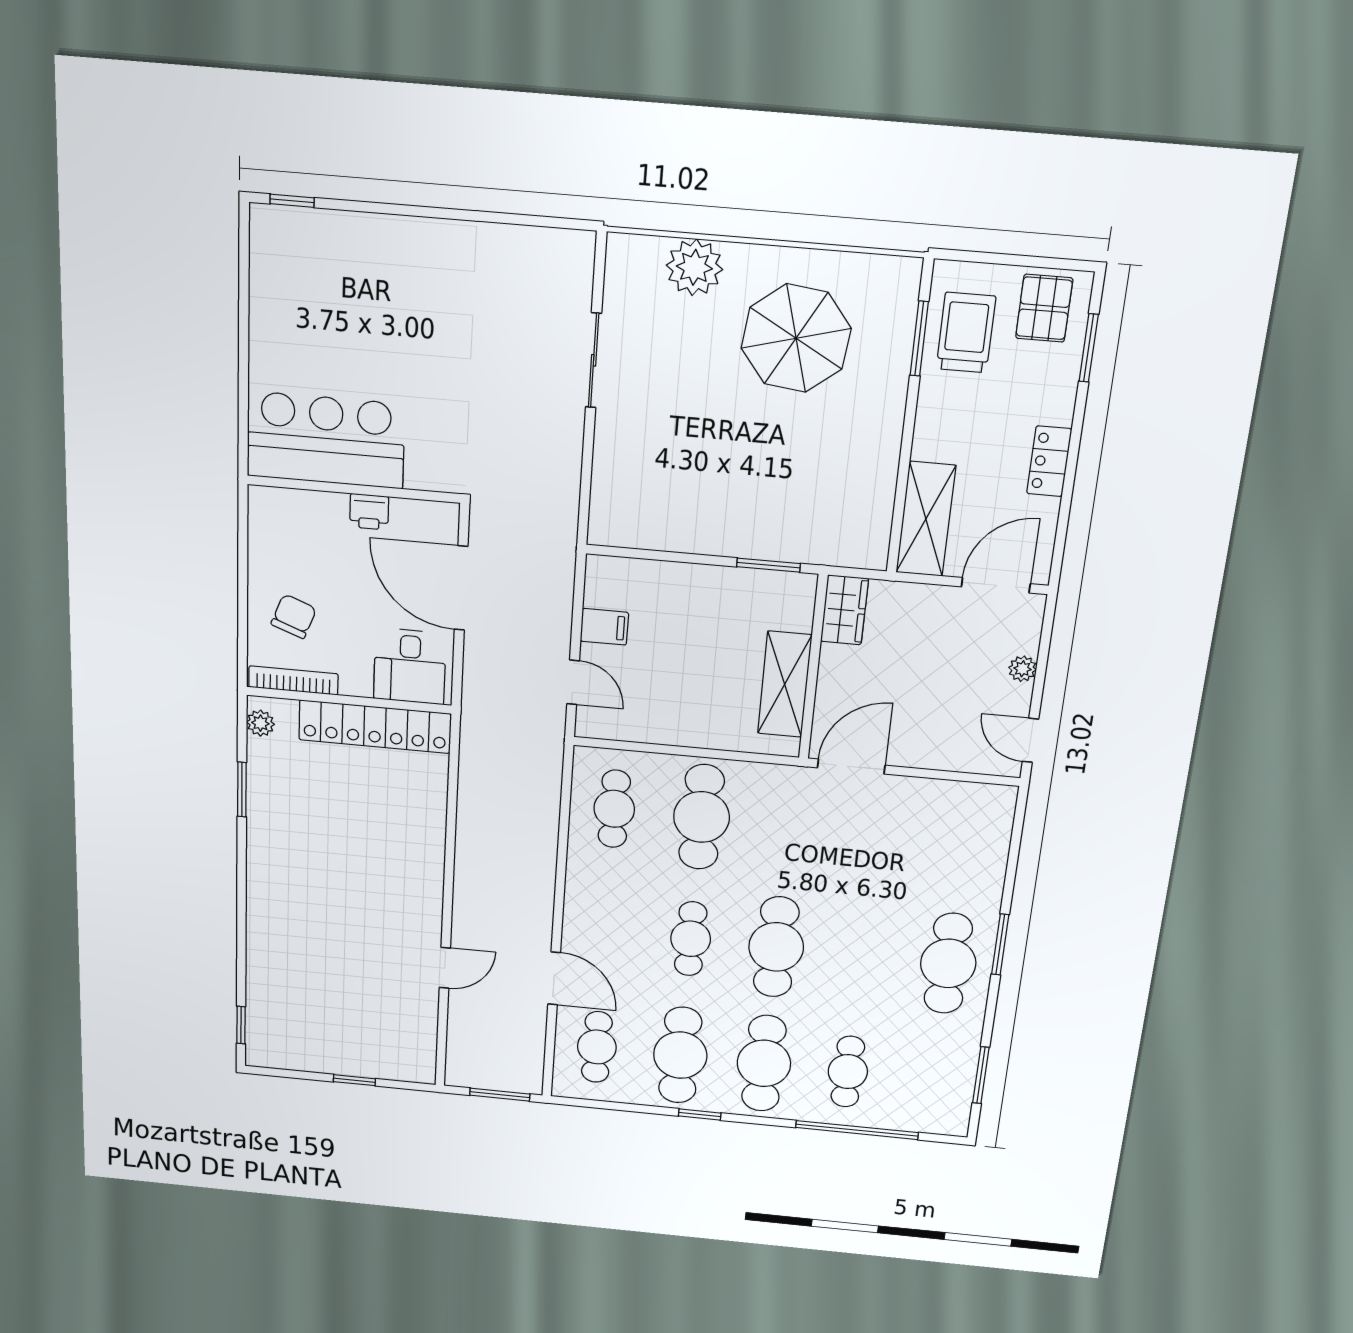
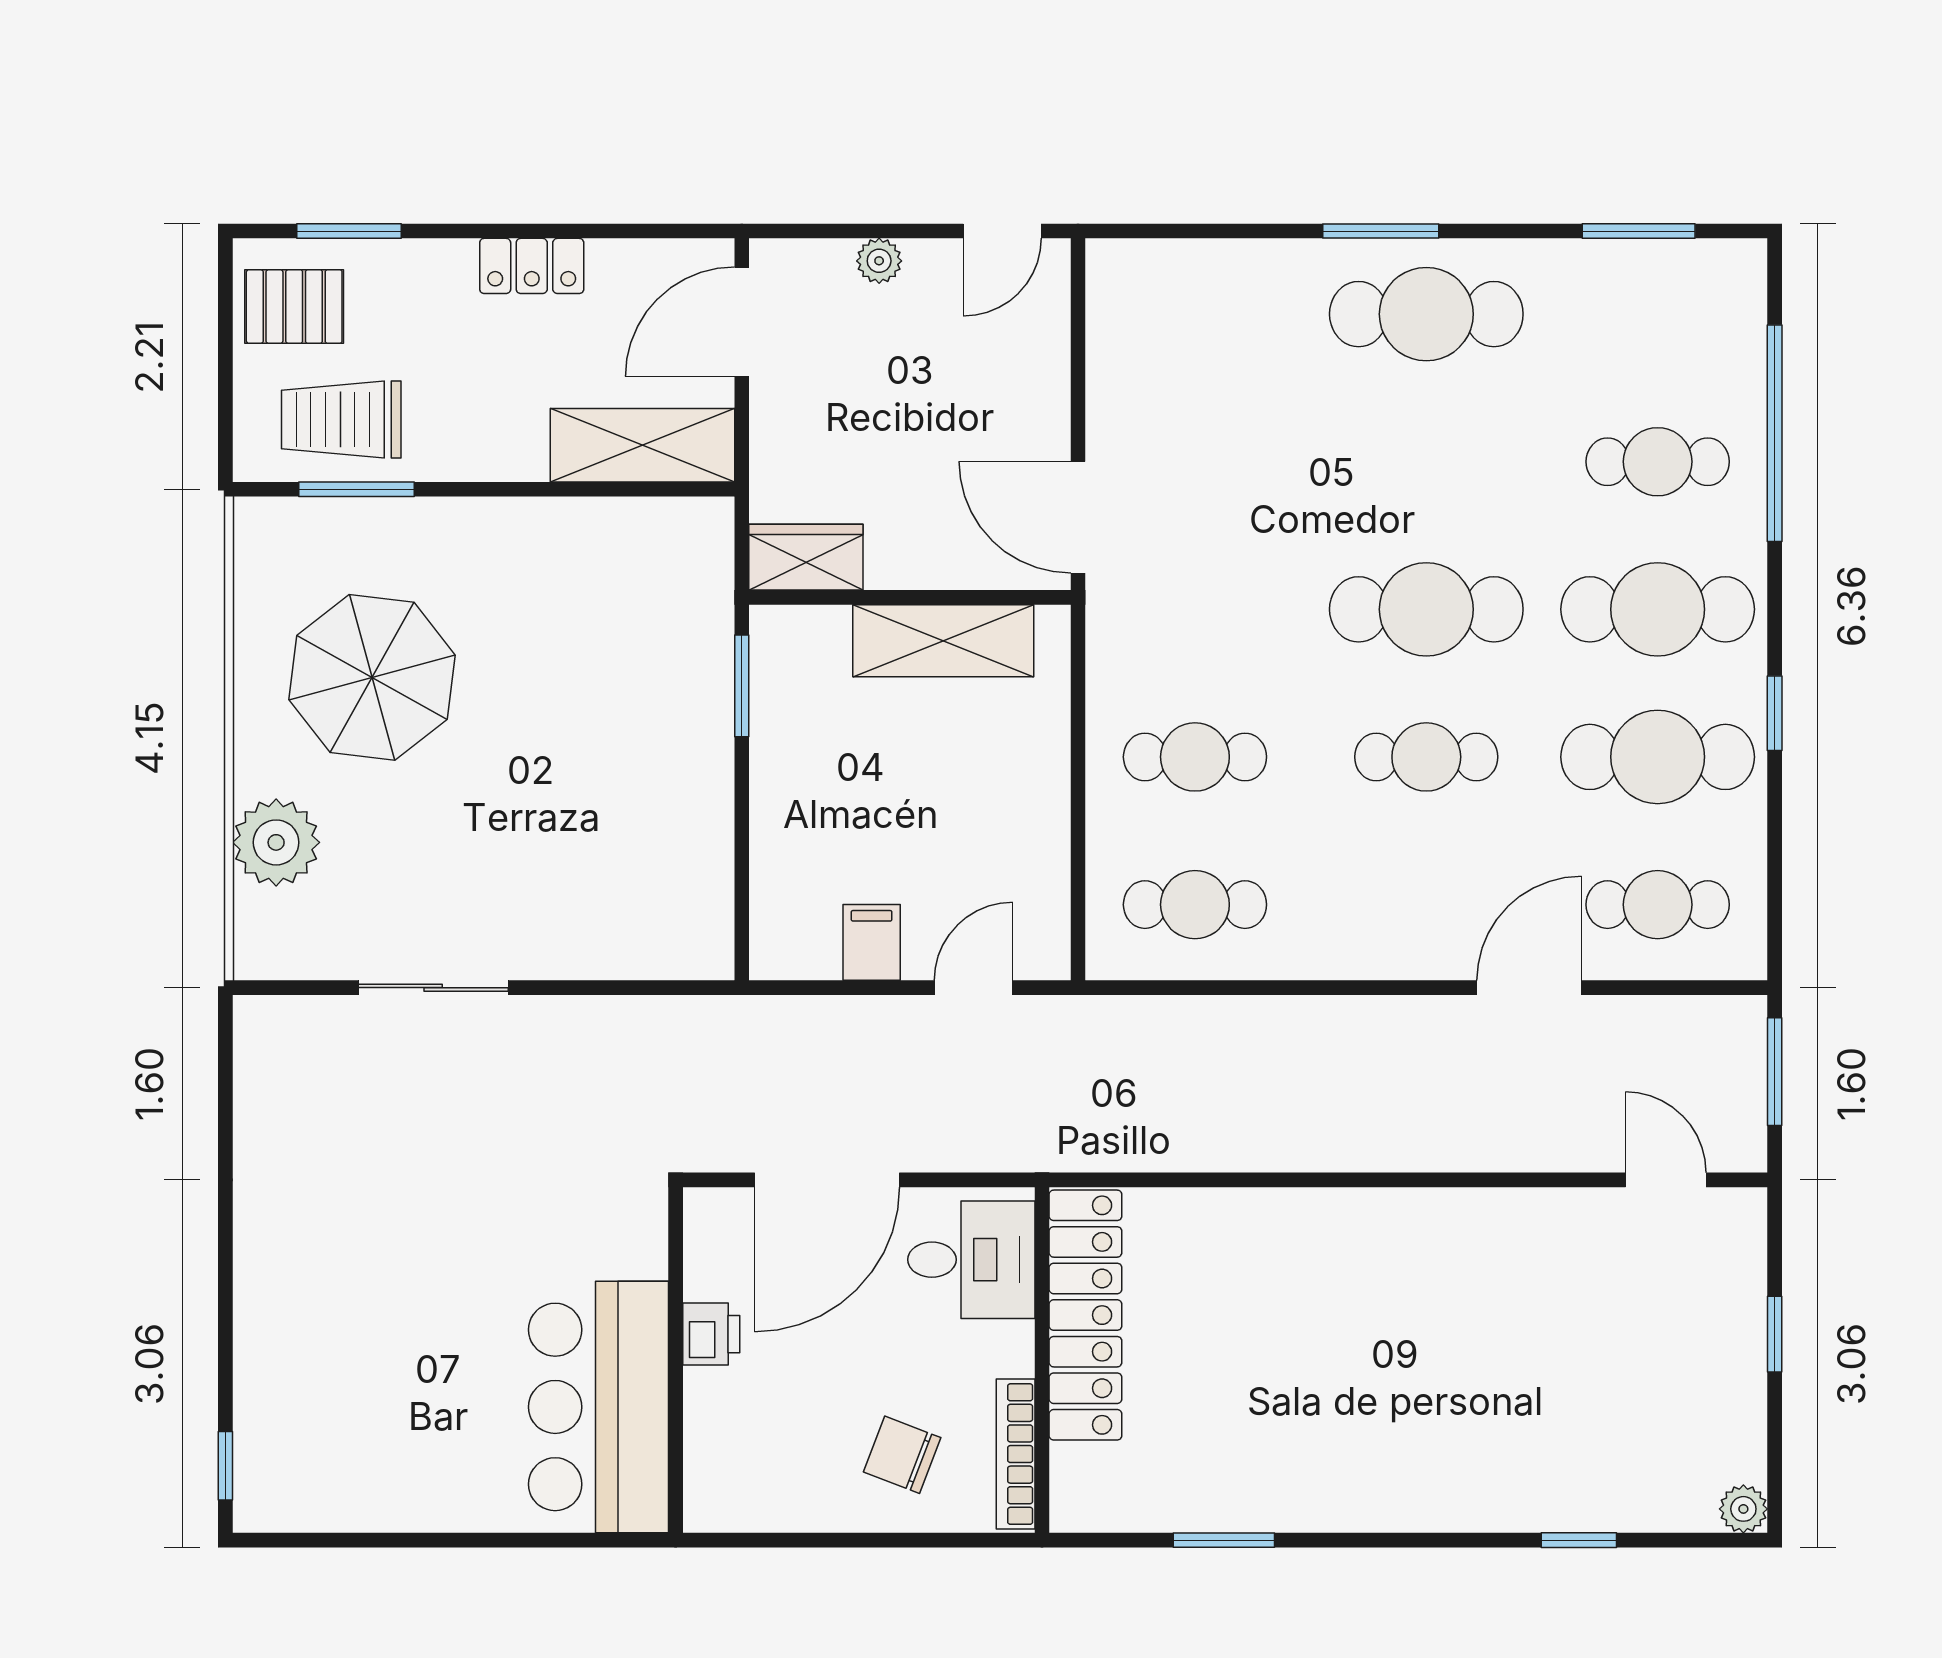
door: (996, 585) -> (742, 322), hinge flipped
plant: (260, 723) -> (1743, 1509), moved
cafe table: (702, 817) -> (1195, 757), width x0.73, depth x0.74
door: (445, 968) -> (1666, 1180), moved
window: (241, 1025) -> (1579, 1540), moved

